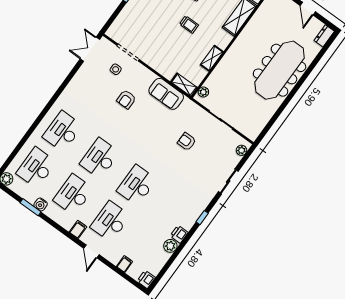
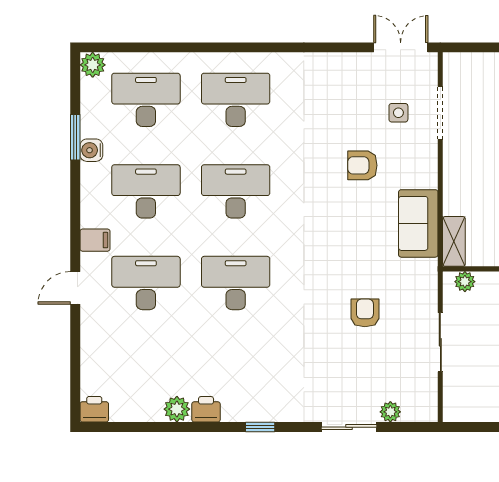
plant: (241, 150) -> (390, 412), moved
filing cabinet: (125, 264) -> (94, 356), removed

